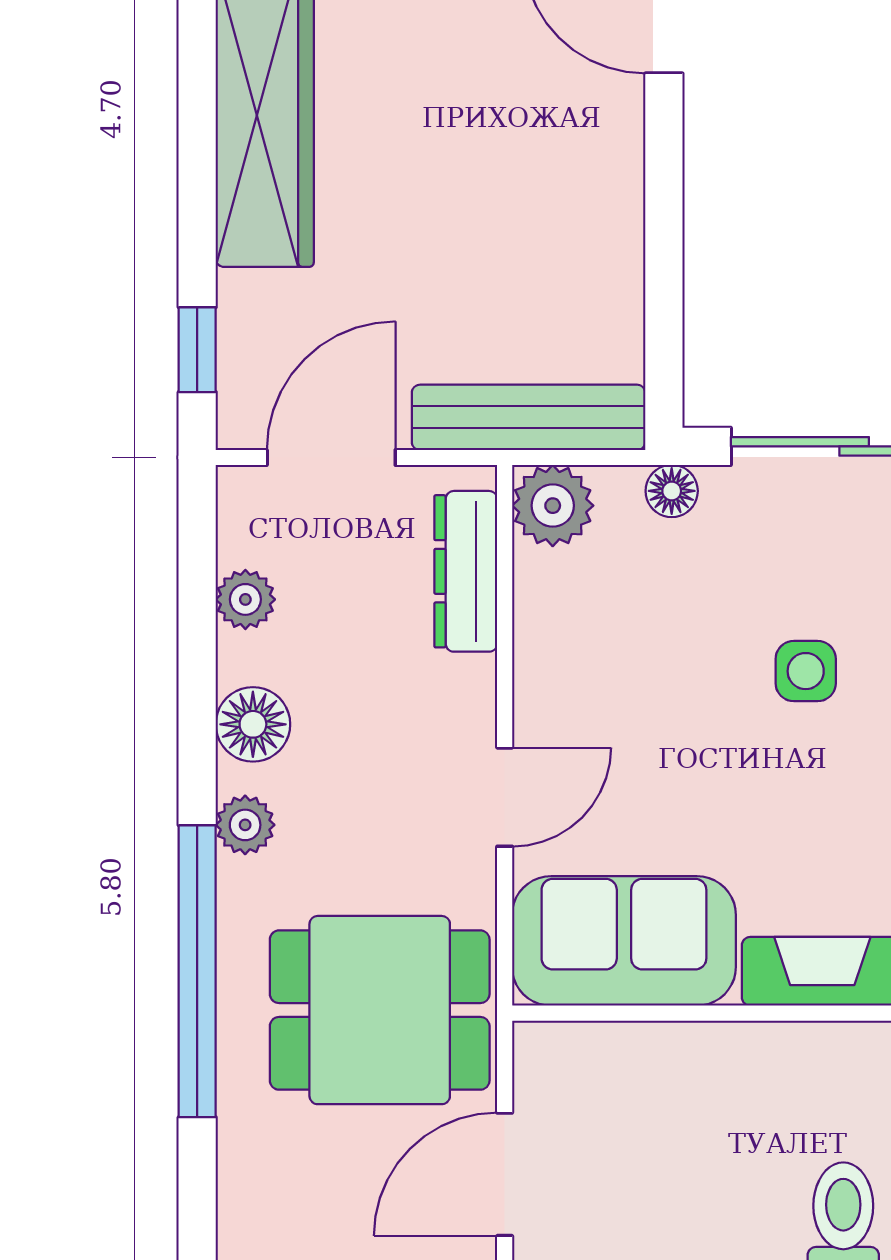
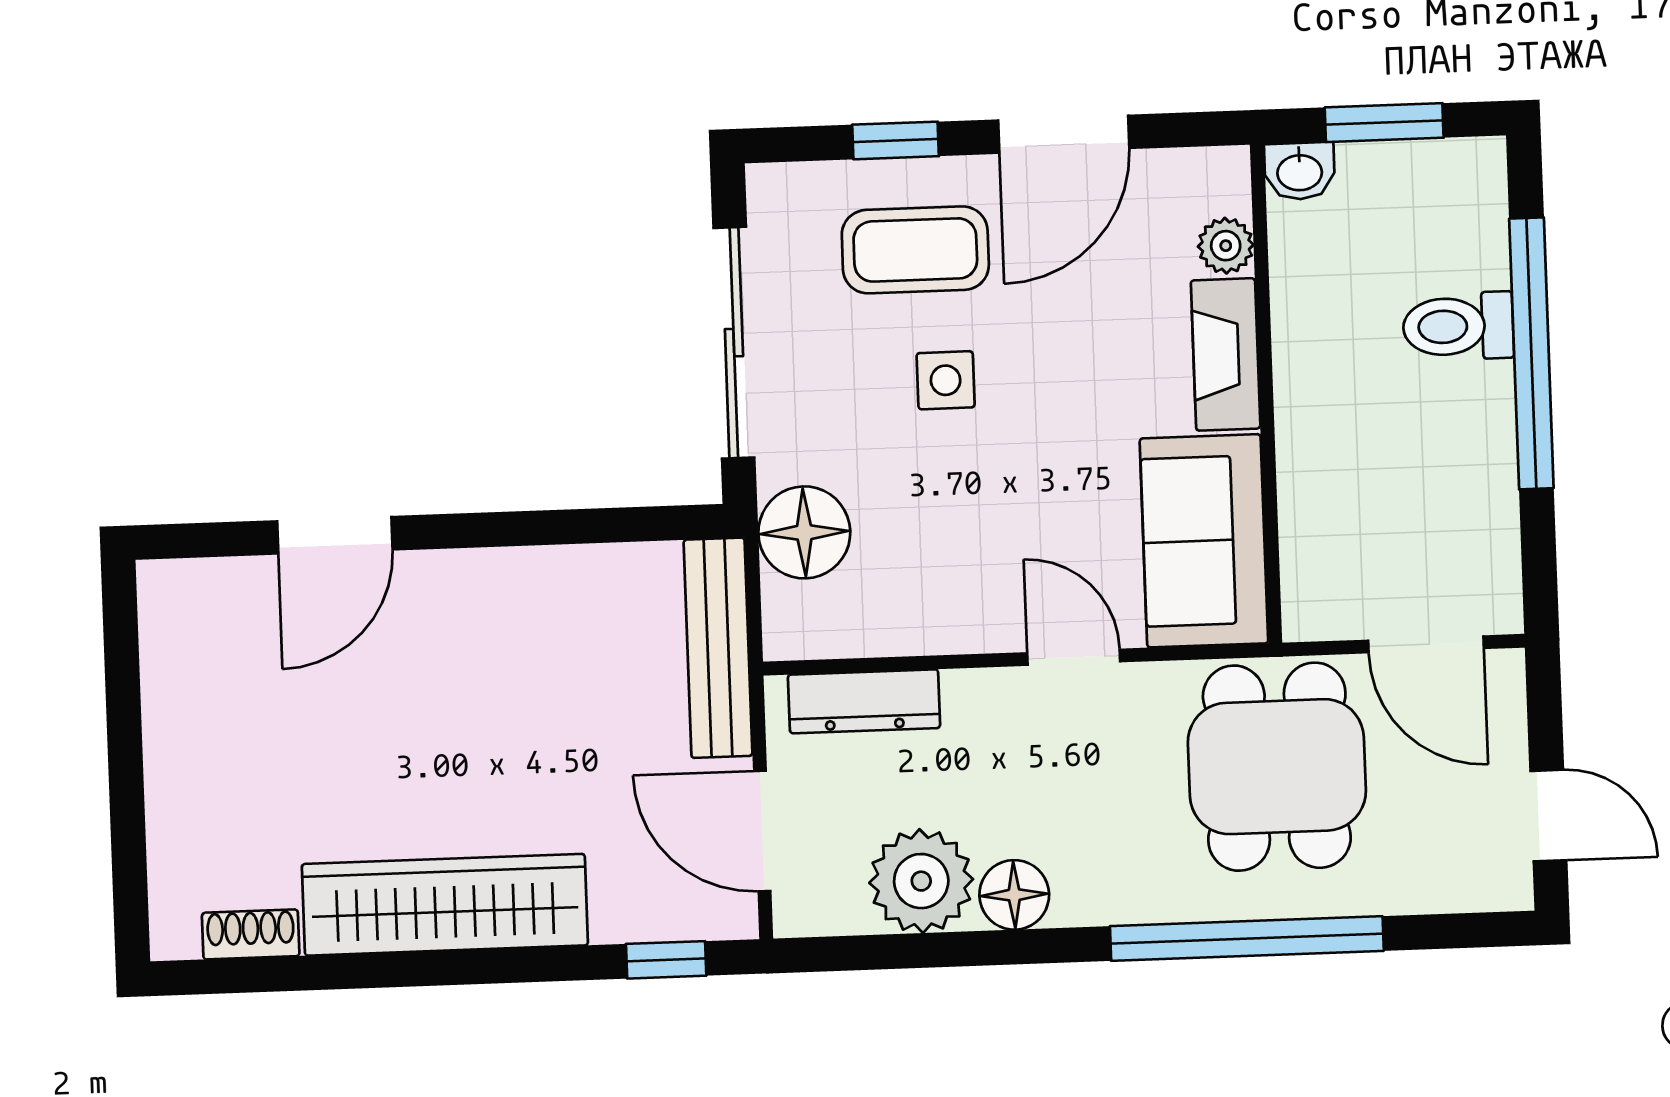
floor lamp: (672, 491) -> (804, 532), width x1.89, depth x1.89
plant: (553, 506) -> (800, 622), removed
plant: (245, 599) -> (921, 881), width x1.87, depth x1.87
plant: (245, 825) -> (1108, 899), removed

